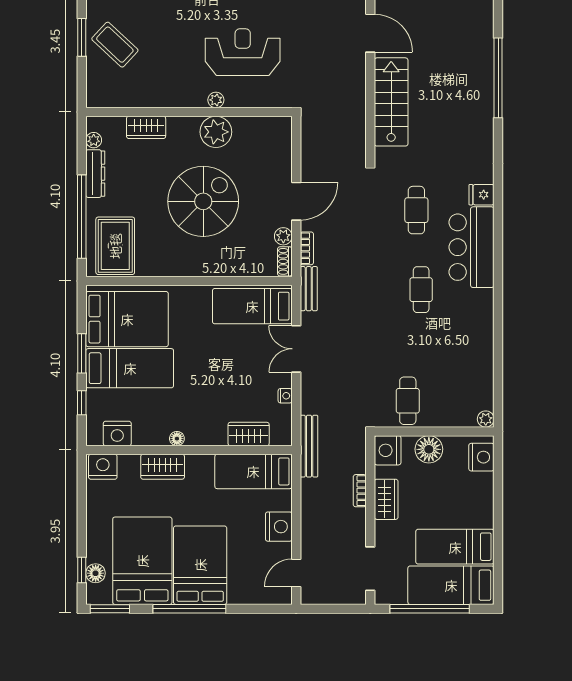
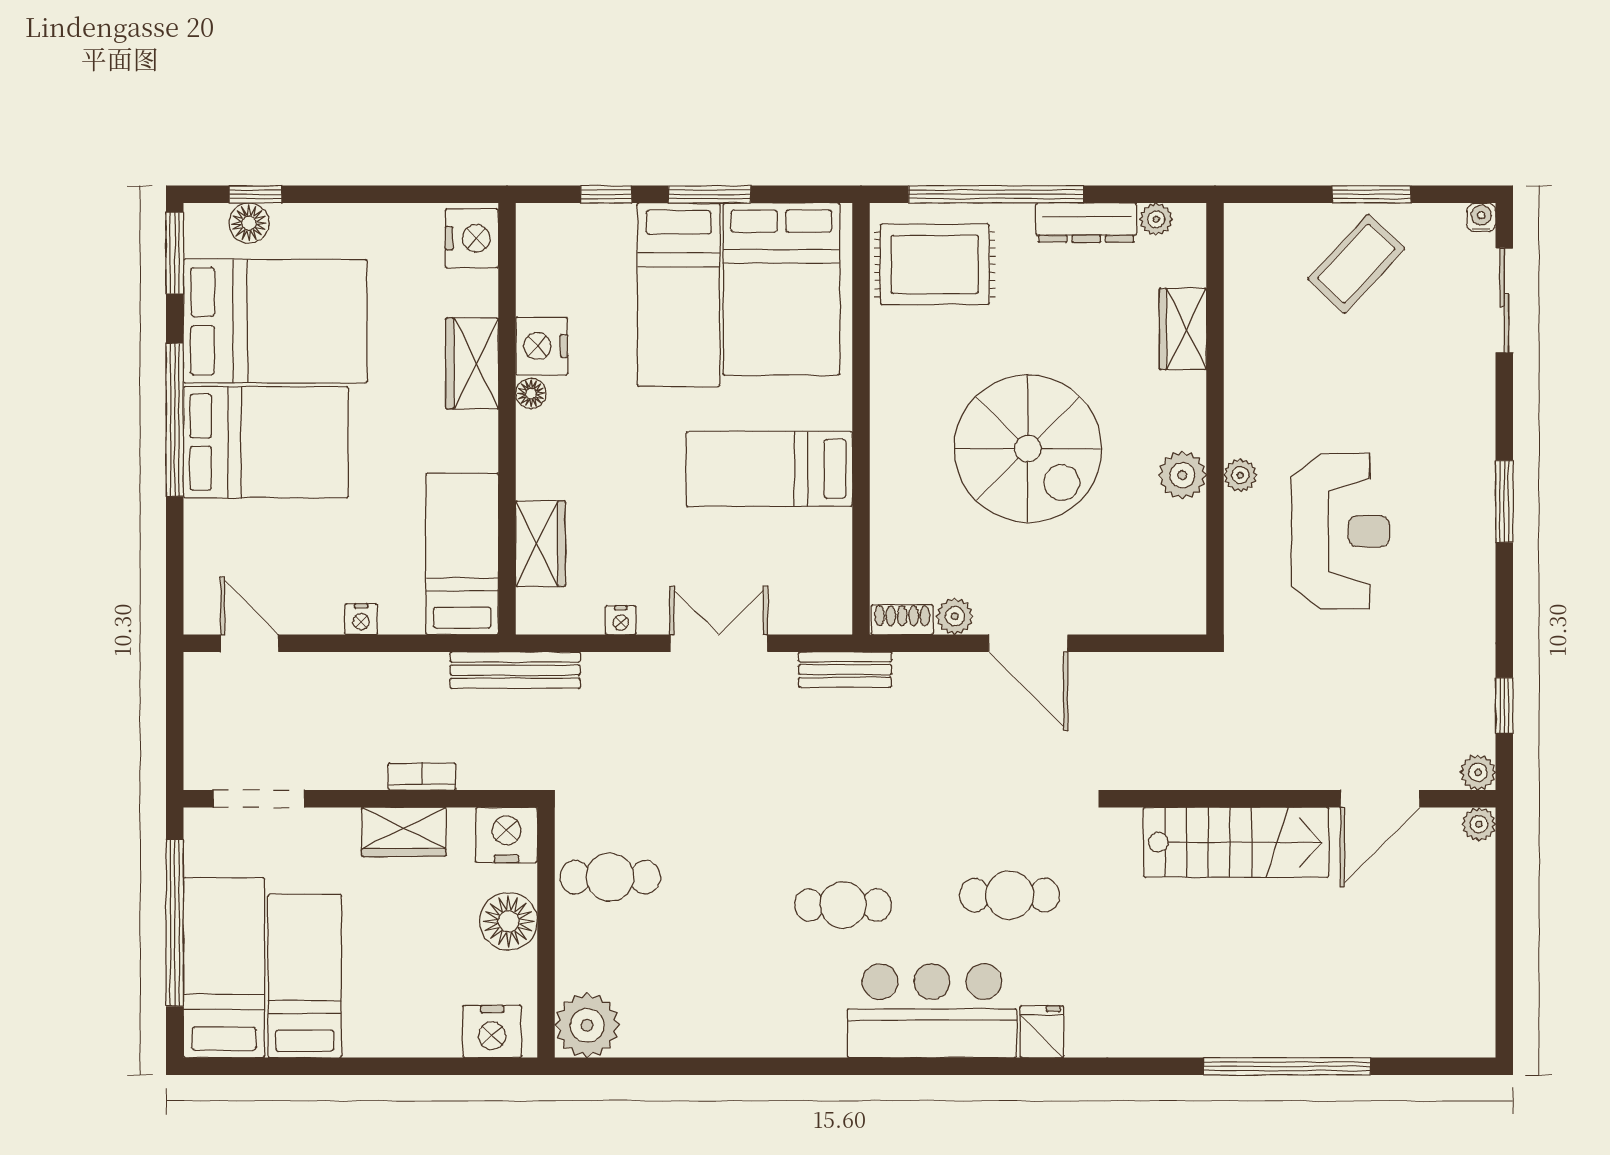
plant: (216, 132) -> (1182, 475), width x0.73, depth x0.73
bookcase: (307, 248) -> (930, 666), removed
bed: (252, 306) -> (769, 469), moved, turned -90
plant: (486, 419) -> (587, 1025), width x1.87, depth x1.87
nightstand: (117, 433) -> (542, 346), moved
nightstand: (279, 527) -> (361, 619), width x0.53, depth x0.56

